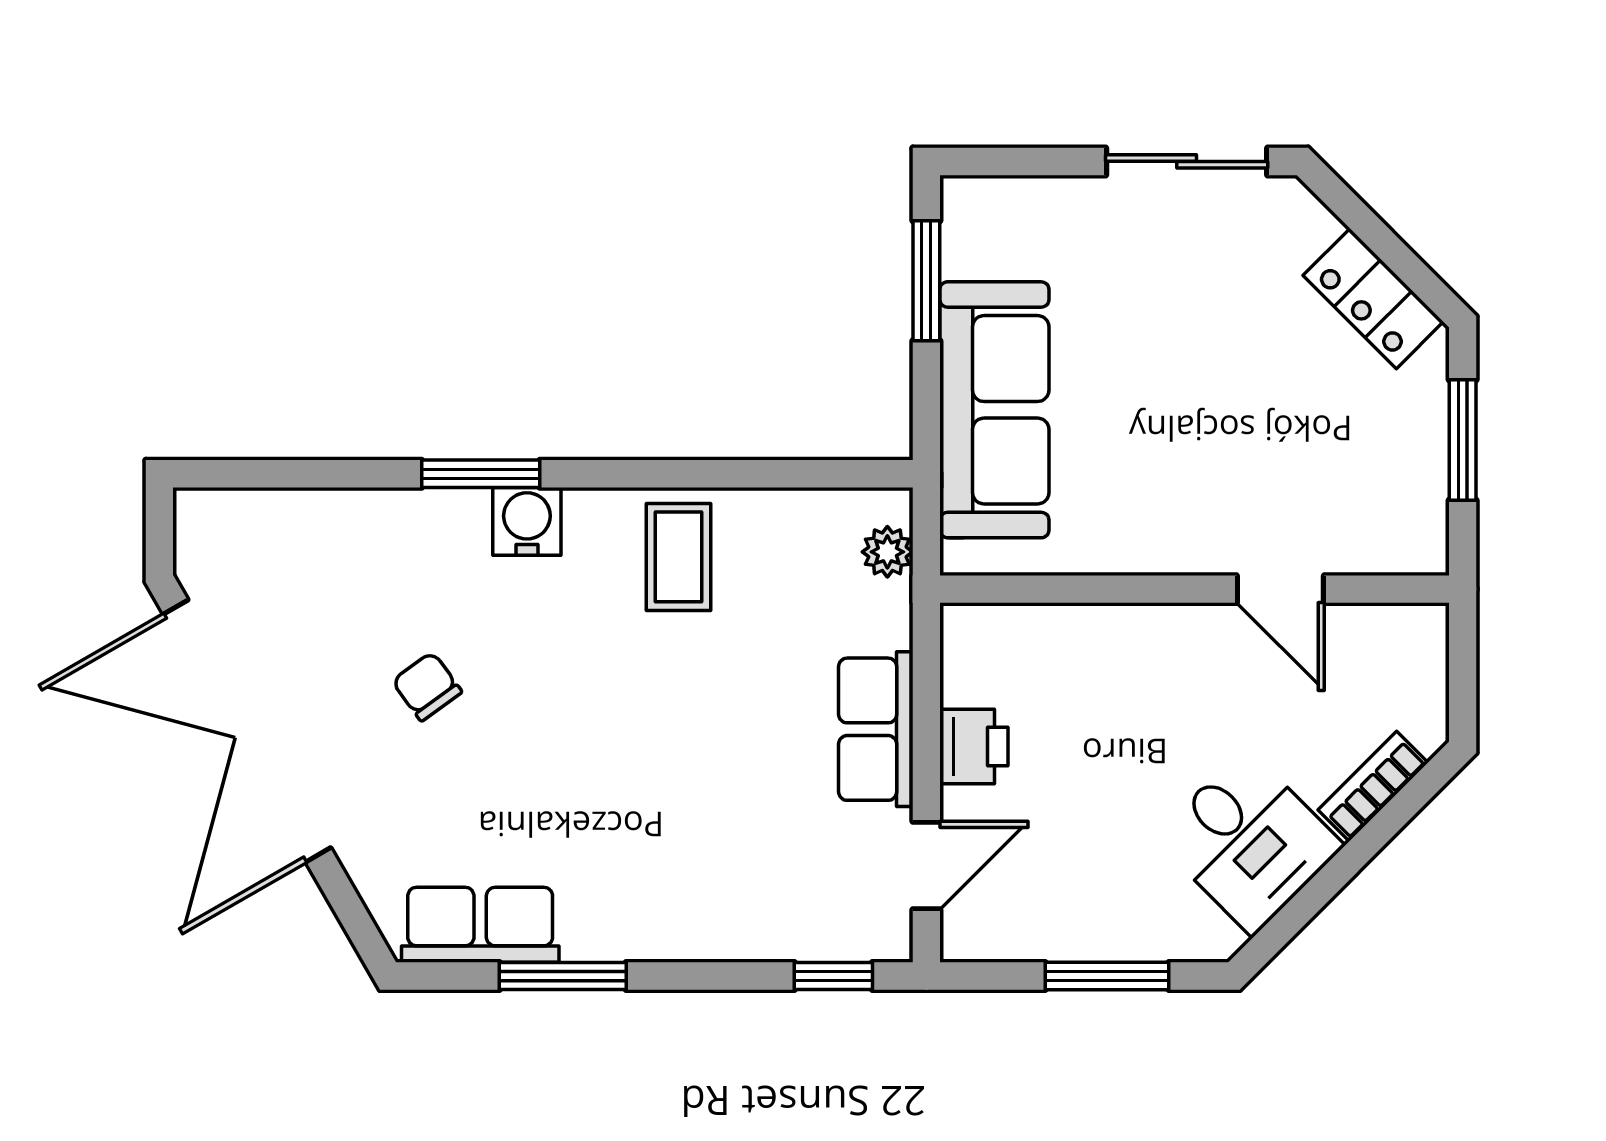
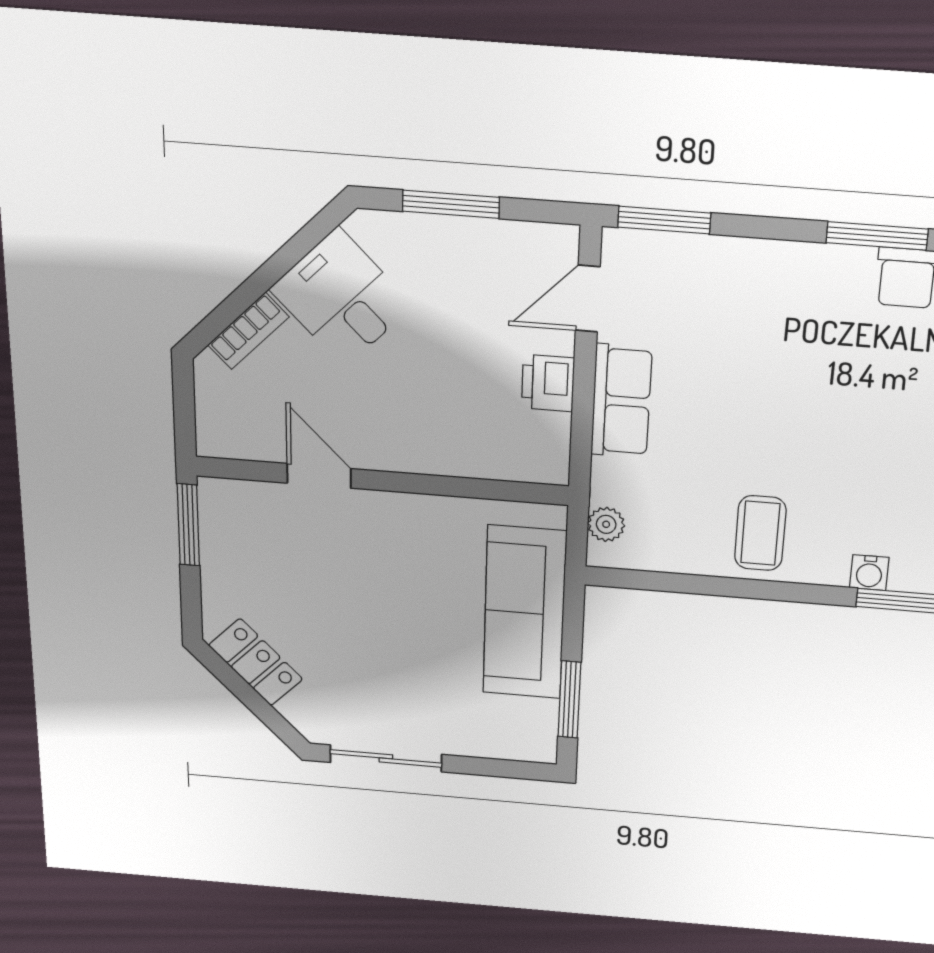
window: (1463, 440) -> (188, 525), moved
water cooler: (527, 521) -> (869, 573), width x0.72, depth x0.72
window: (833, 976) -> (664, 220), width x1.50

